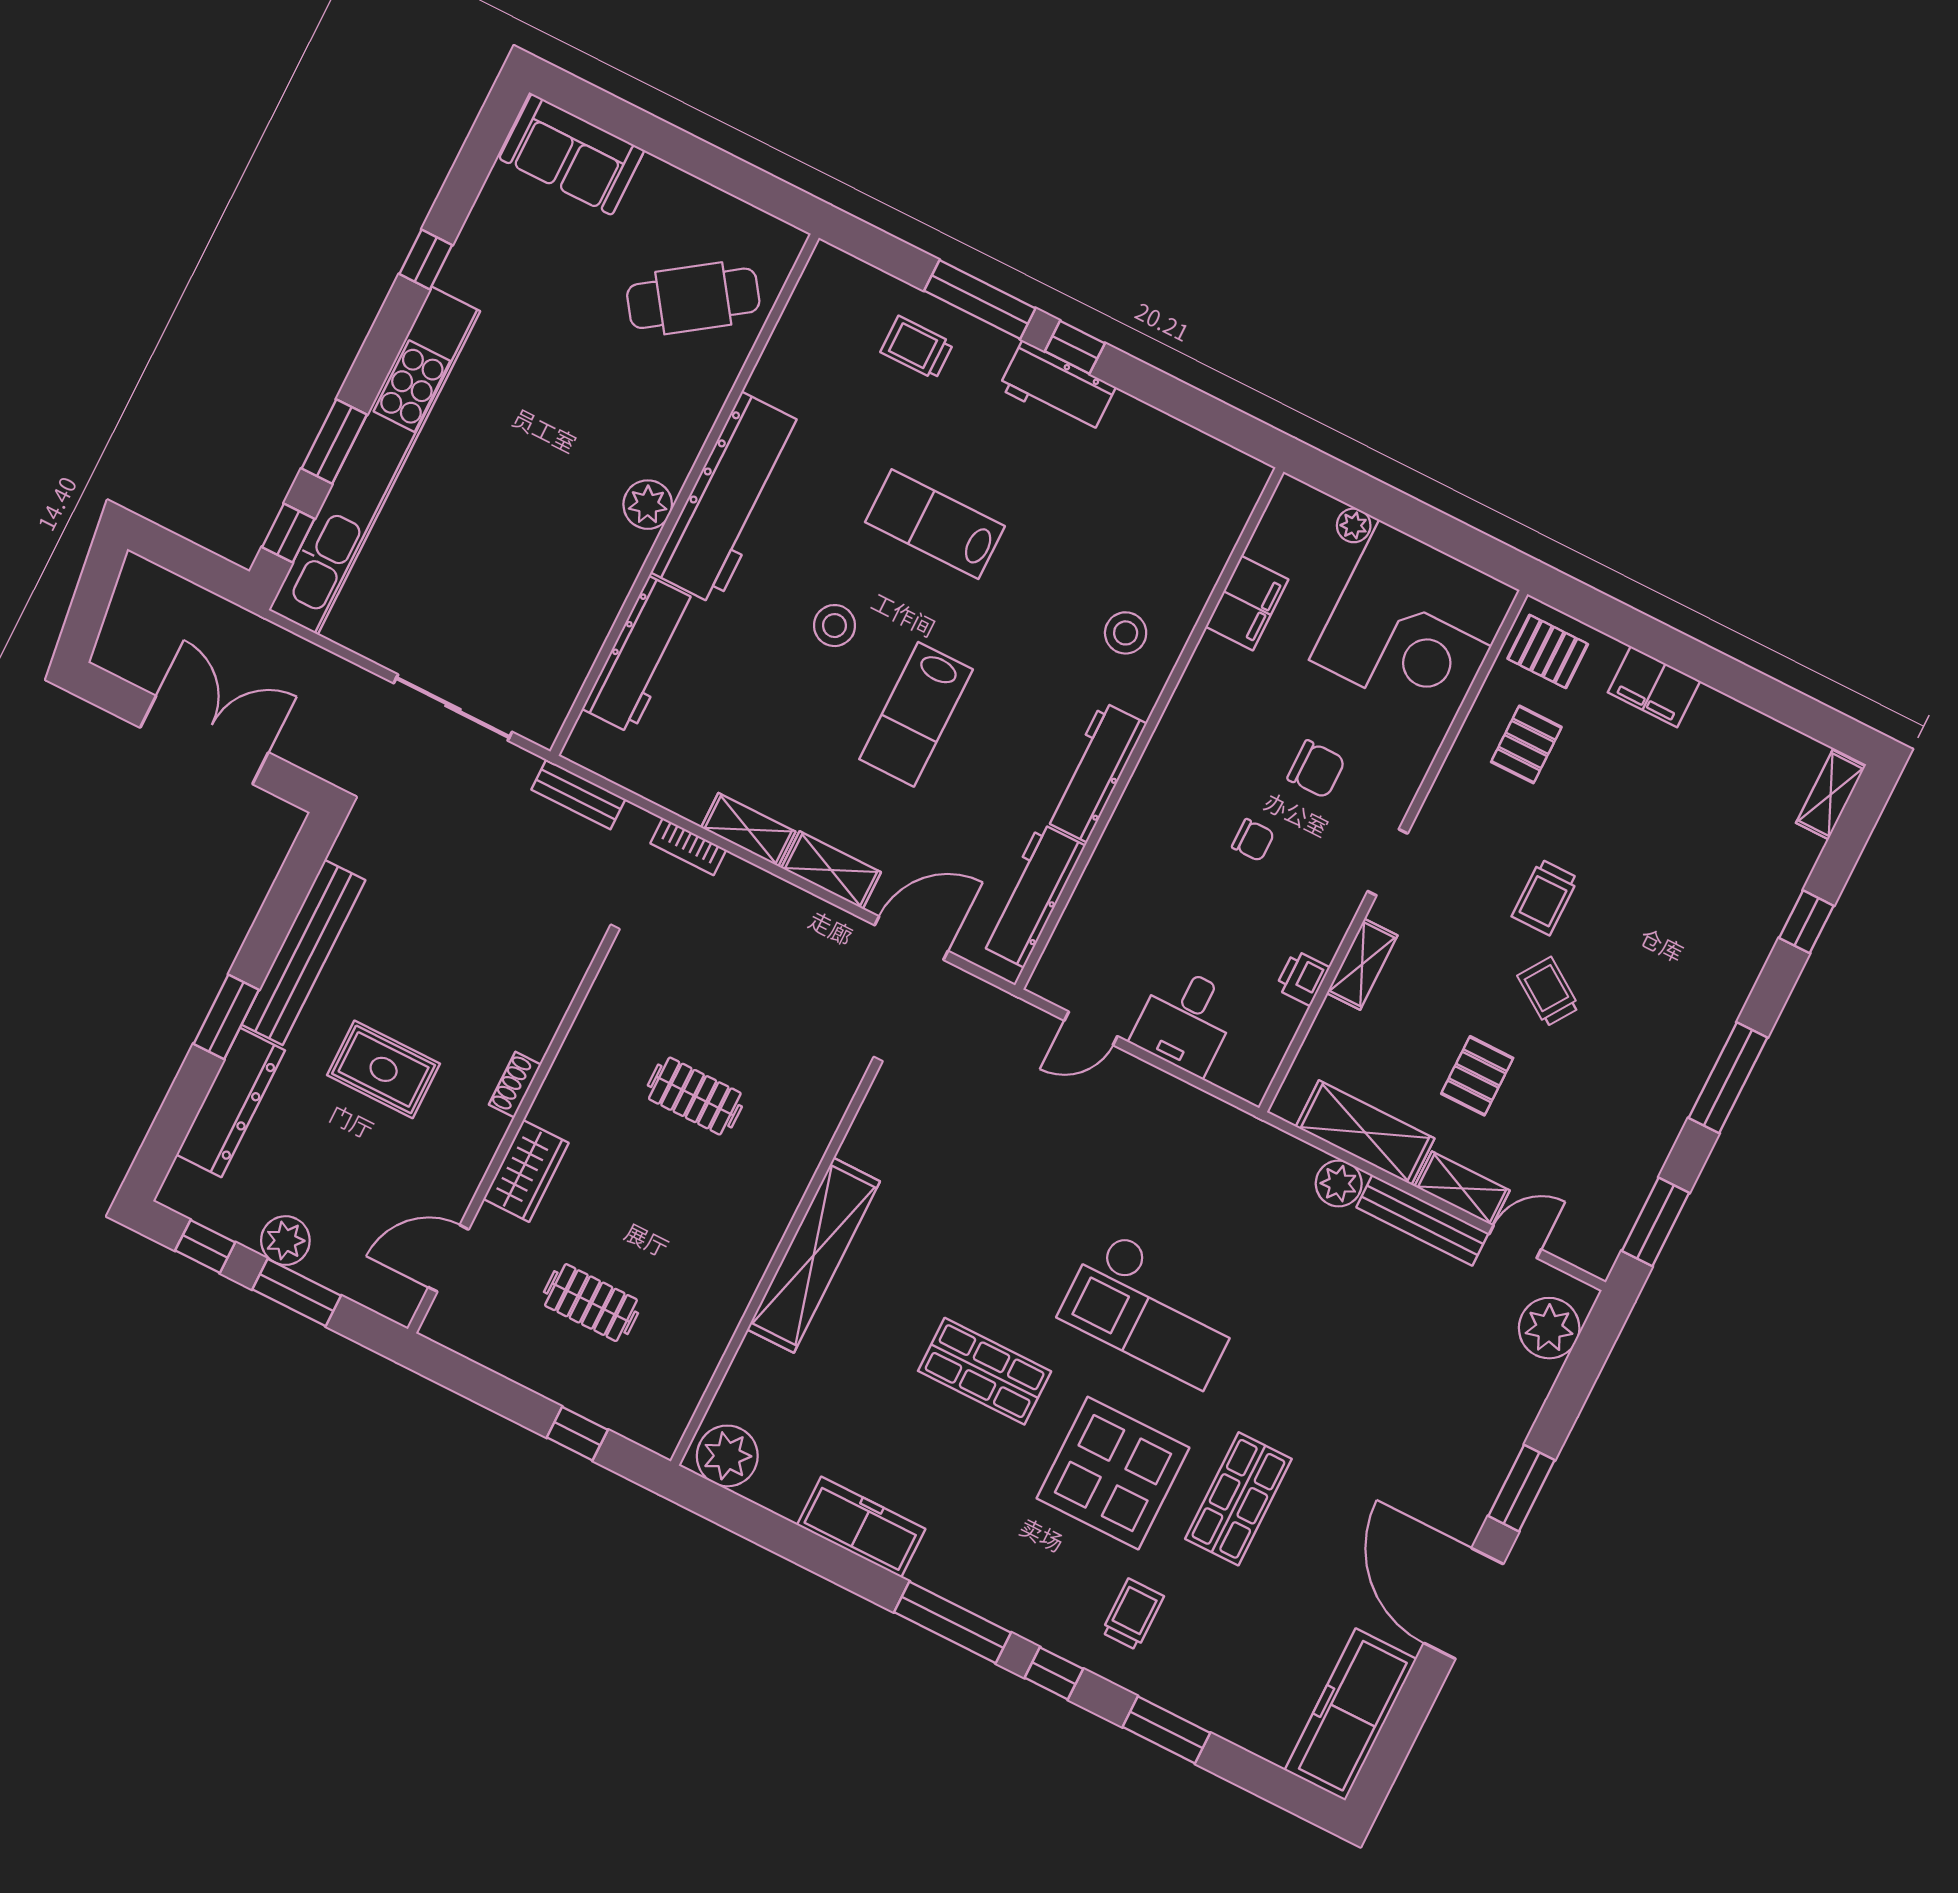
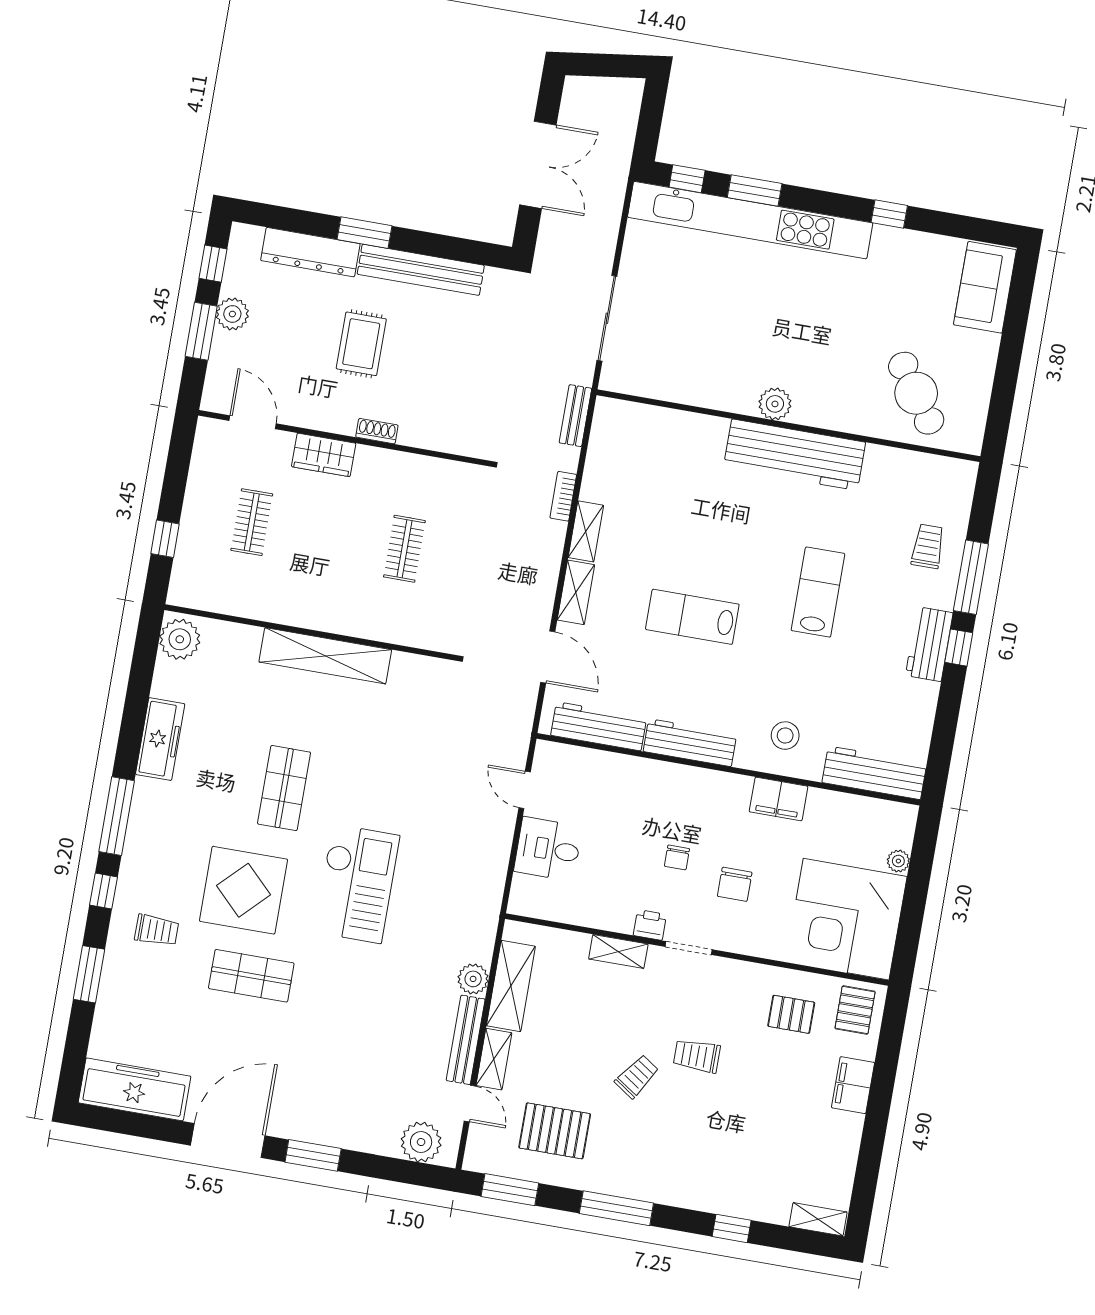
filing cabinet: (1247, 603) -> (779, 799), moved
stool: (835, 626) -> (733, 547), removed
workbench: (640, 655) -> (874, 773), moved, turned 180
printer: (1302, 978) -> (650, 925), moved
pallet: (1477, 1076) -> (555, 1131), moved, width x1.50, depth x1.42
checkout: (1153, 1309) -> (357, 884), turned 180

